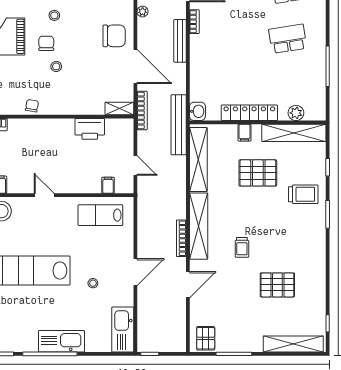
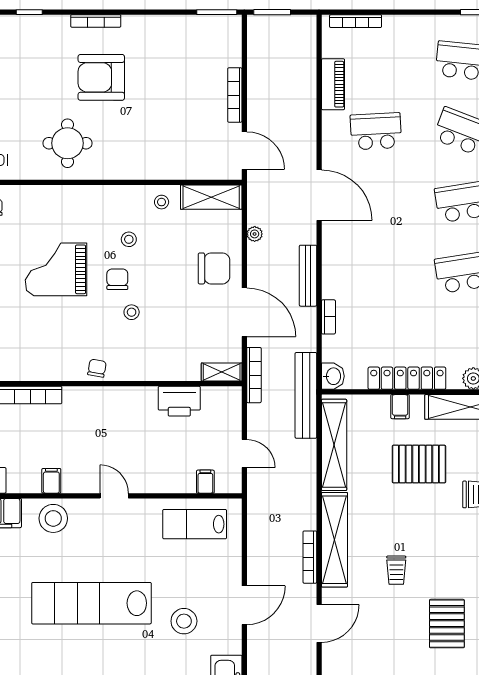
bookcase: (194, 22) -> (328, 317), moved
stool: (93, 283) -> (184, 621), width x1.89, depth x1.89
pallet: (277, 285) -> (447, 624), turned 90

